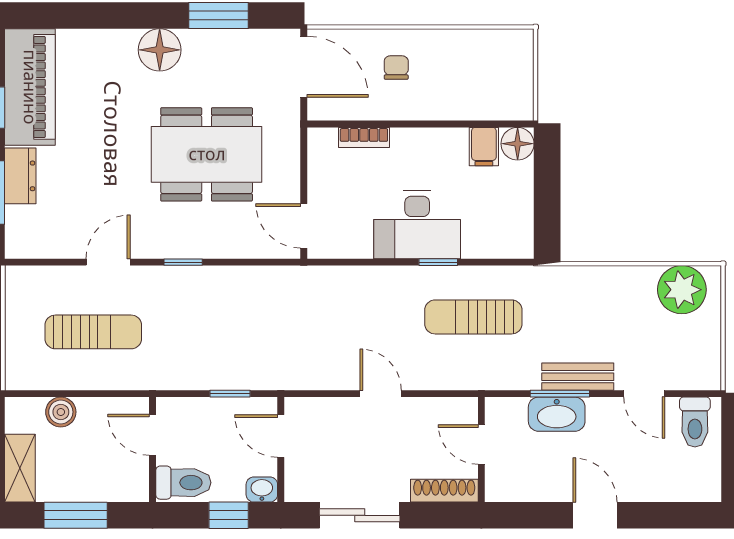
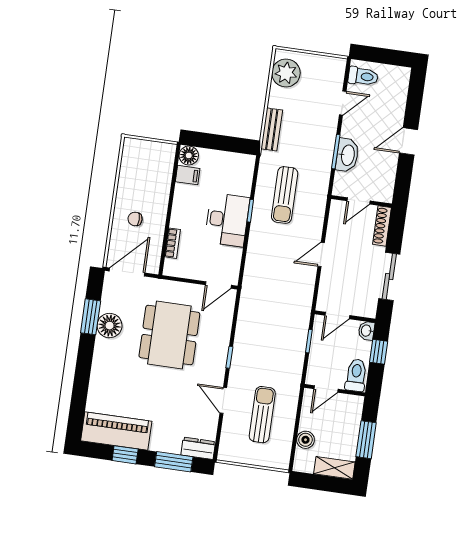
floor lamp: (160, 50) -> (110, 326), moved
dresser: (20, 176) -> (198, 448), moved
bench: (578, 377) -> (272, 129), moved

